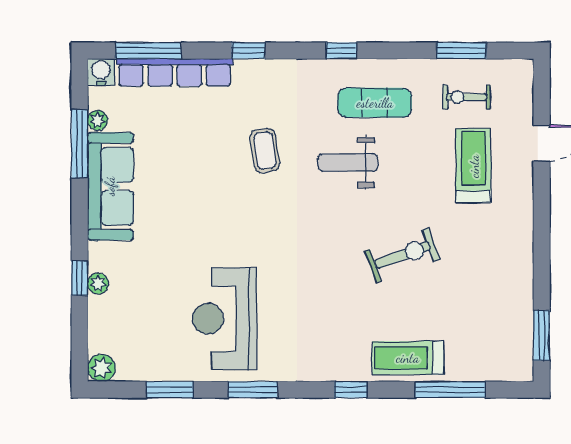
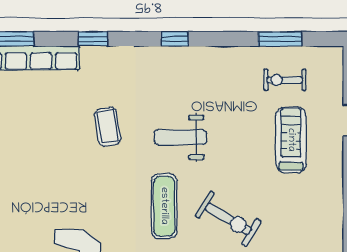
exercise mat: (375, 103) -> (164, 206), moved, turned 90
exercise bike: (402, 255) -> (228, 219), turned 51

